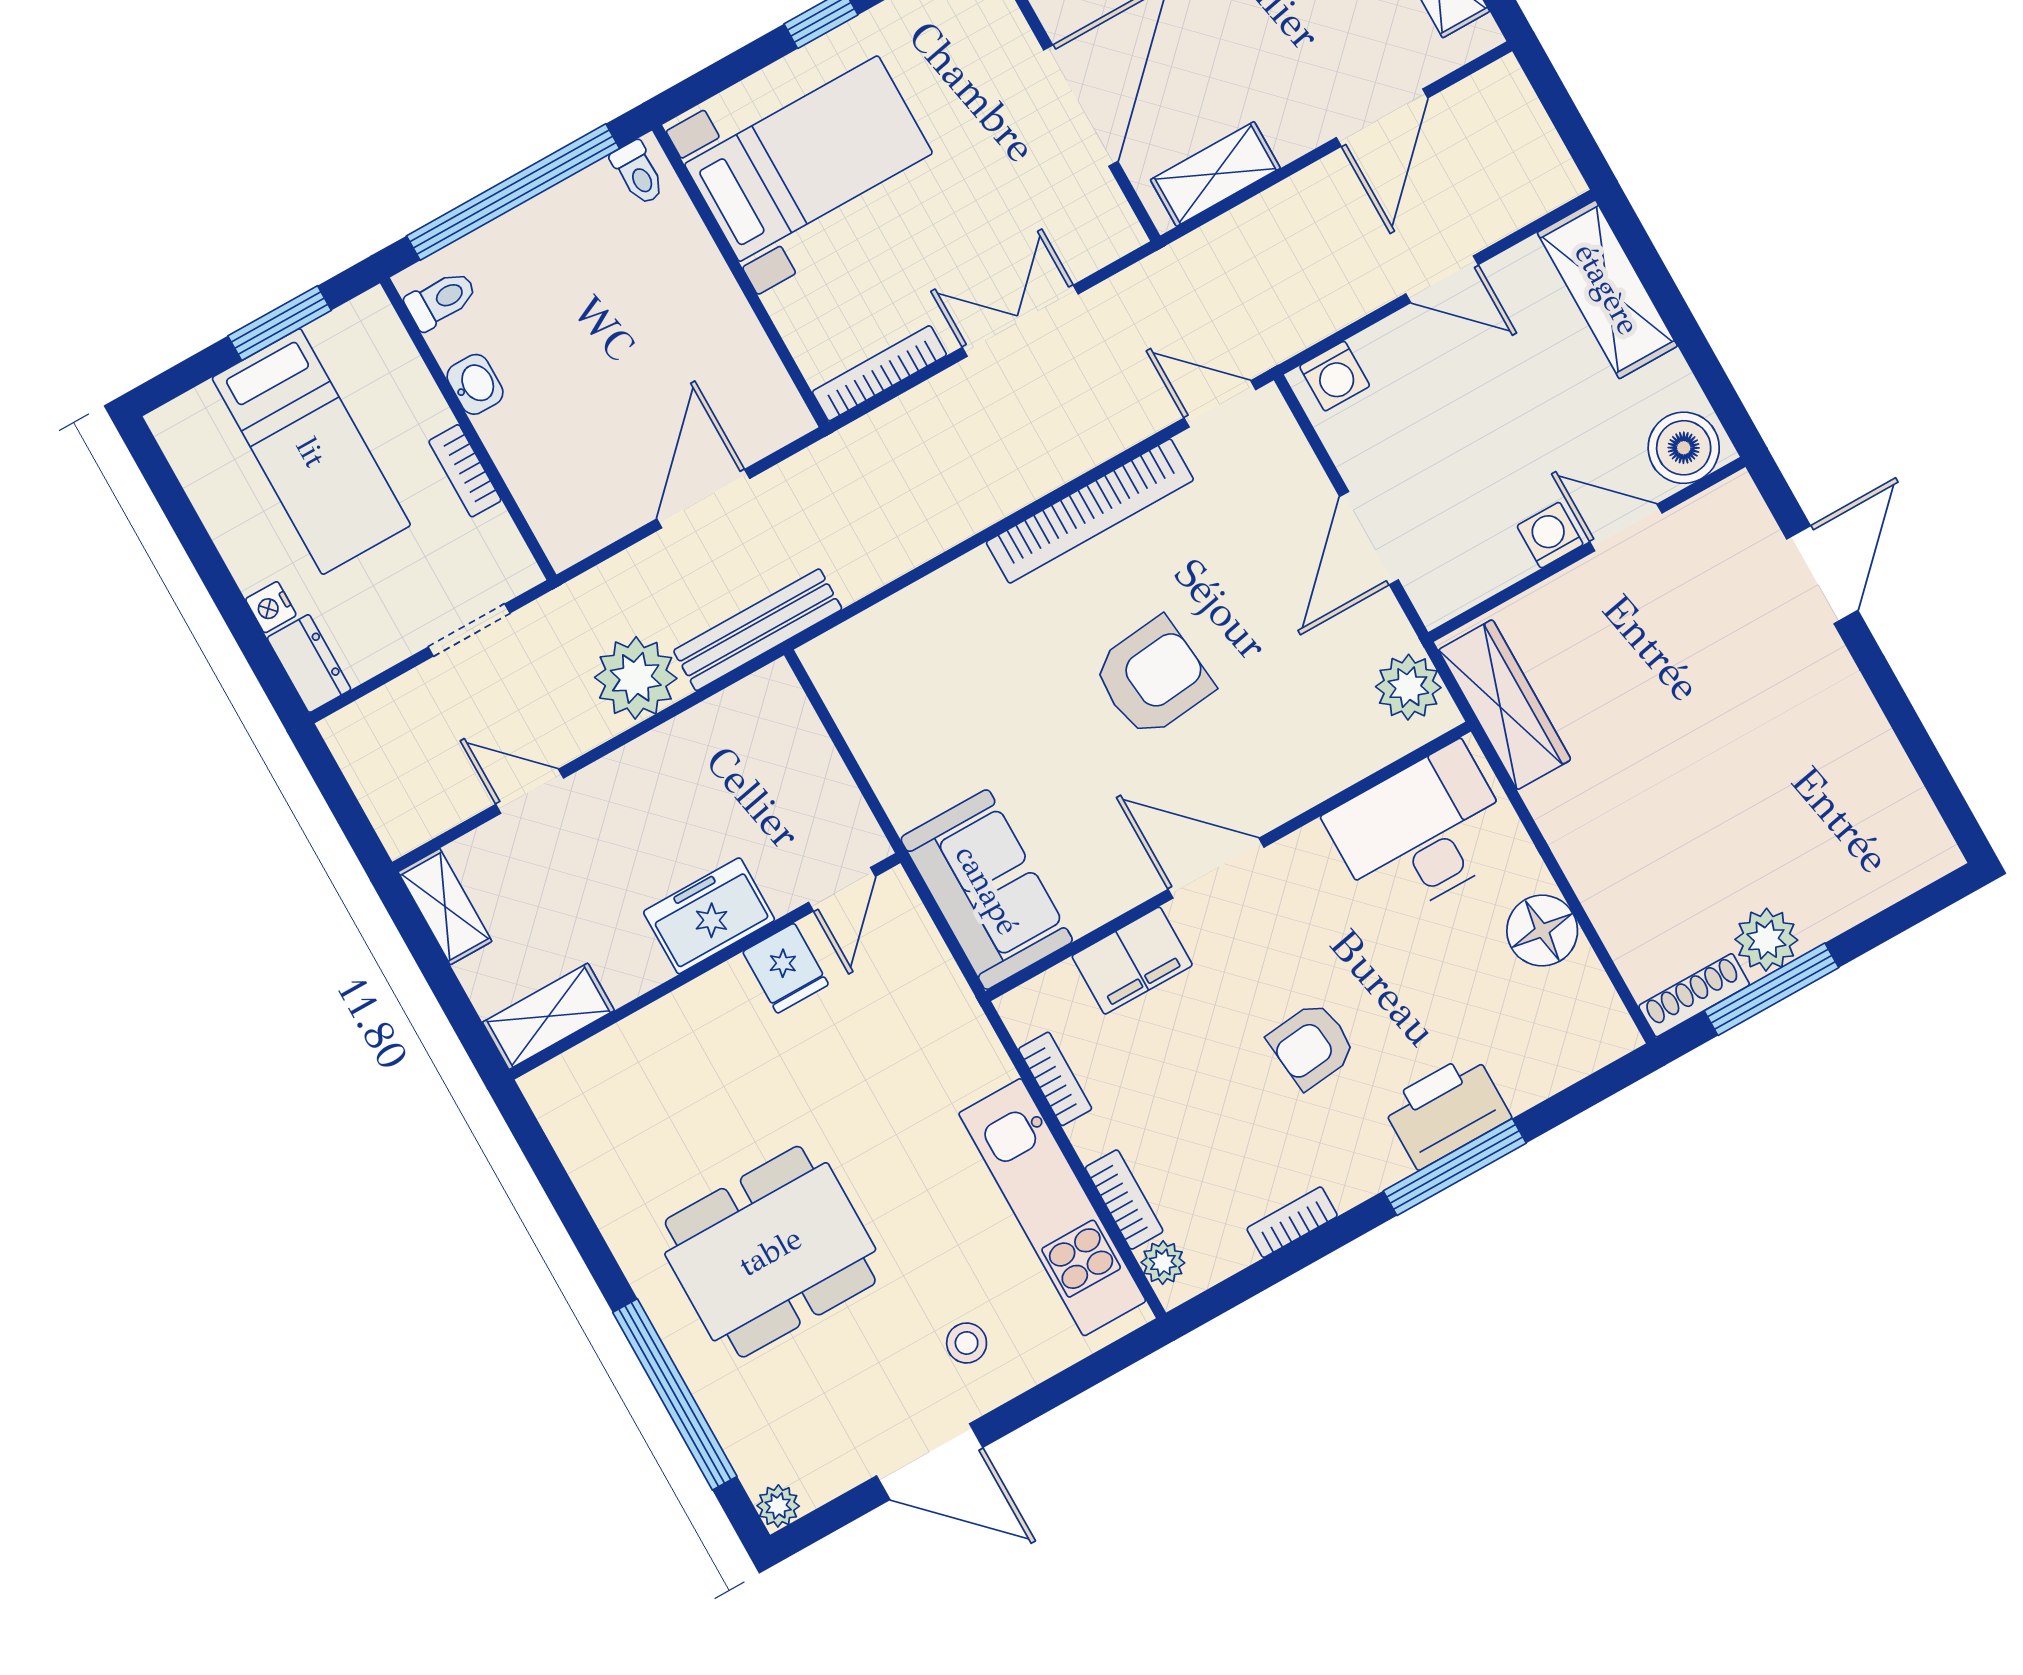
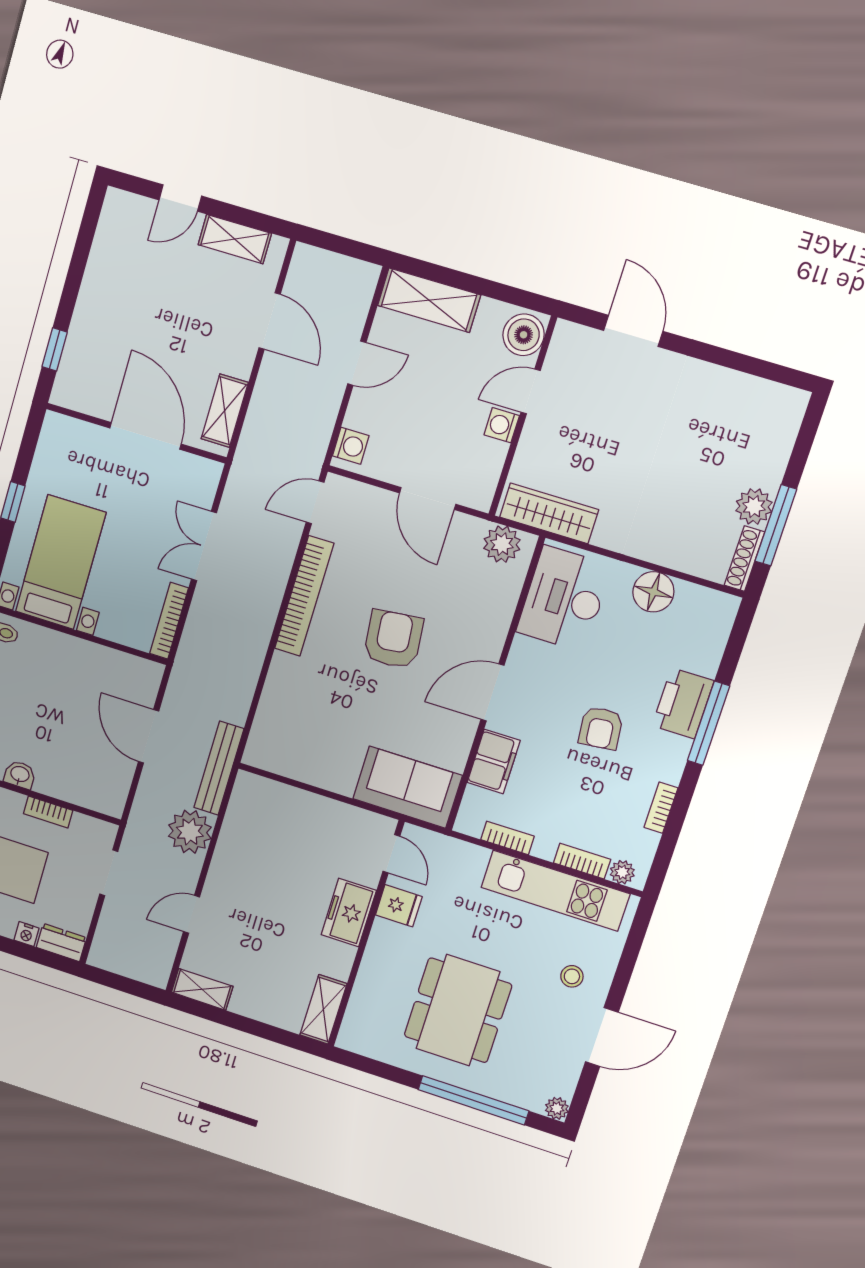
door: (842, 889) -> (391, 854), moved
freezer: (709, 916) -> (349, 913), moved
wall: (705, 966) -> (366, 934), moved
fridge: (786, 968) -> (399, 906), moved
shelving: (548, 1016) -> (323, 1009), moved

